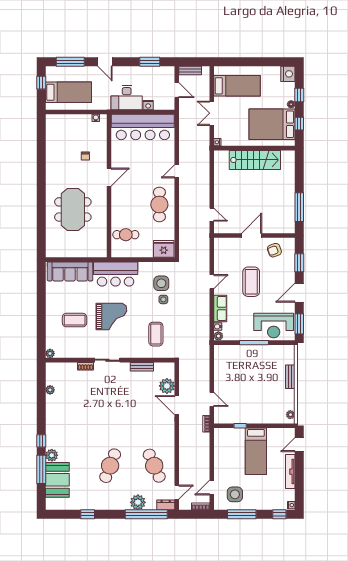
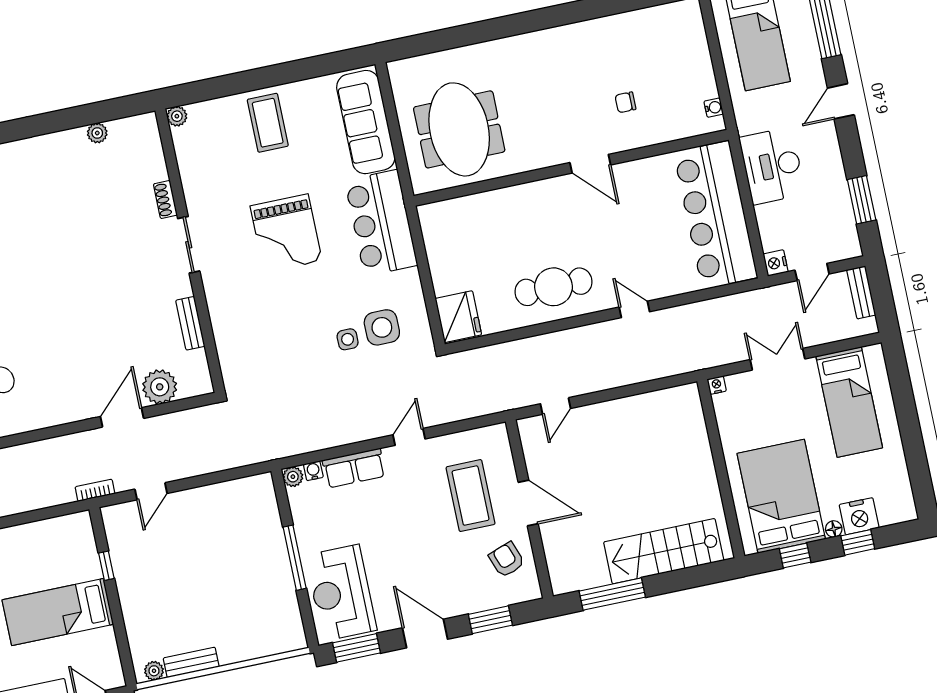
nightstand: (288, 74) -> (859, 516), moved
nightstand: (148, 105) -> (776, 263), moved
stairs: (255, 160) -> (664, 551), moved, turned 90
meeting table: (73, 209) -> (459, 129), moved, turned 90
cafe table: (126, 235) -> (472, 227), removed
door: (212, 282) -> (409, 437), swing flipped
coffee table: (251, 282) -> (471, 496), moved, turned 90
coffee table: (75, 320) -> (268, 123), moved
coffee table: (156, 334) -> (268, 339), removed
bench: (290, 377) -> (191, 662), moved

